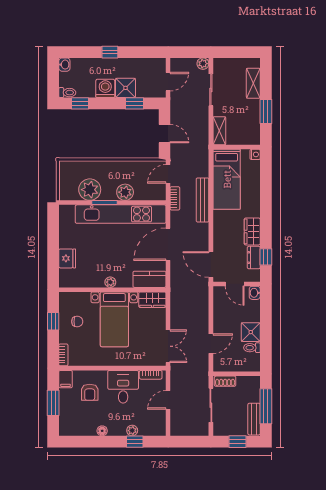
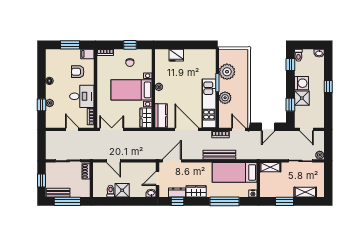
window: (266, 193) -> (225, 201), added
kitchen unit: (121, 214) -> (209, 103), width x0.73
double door: (168, 346) -> (112, 129), swing flipped

